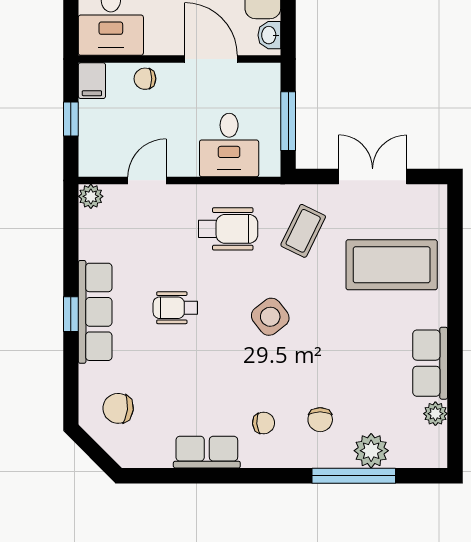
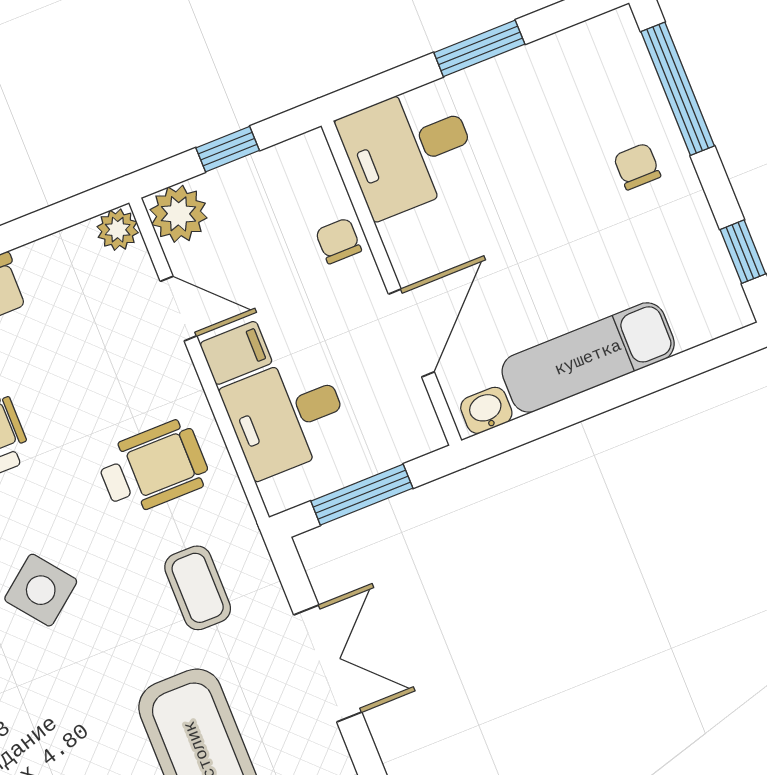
filing cabinet: (92, 81) -> (236, 353), moved, turned 180
plant: (95, 160) -> (178, 214), added
wheelchair: (228, 229) -> (153, 468), turned -90
coffee table: (303, 231) -> (198, 588), turned 64

